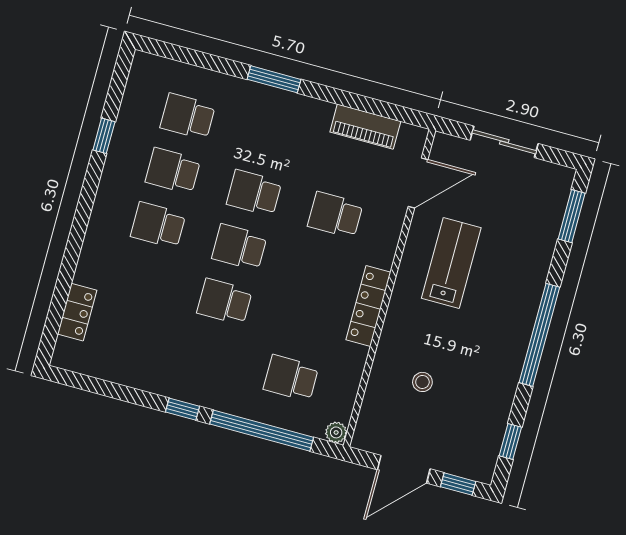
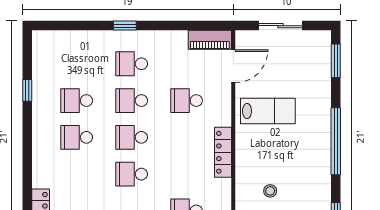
window: (274, 79) -> (125, 26), width x0.67
school desk: (188, 116) -> (132, 64), moved
piano: (365, 127) -> (210, 40), moved
lab bench: (451, 263) -> (268, 111), turned 90

